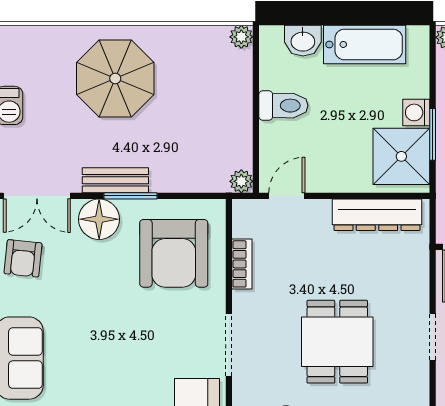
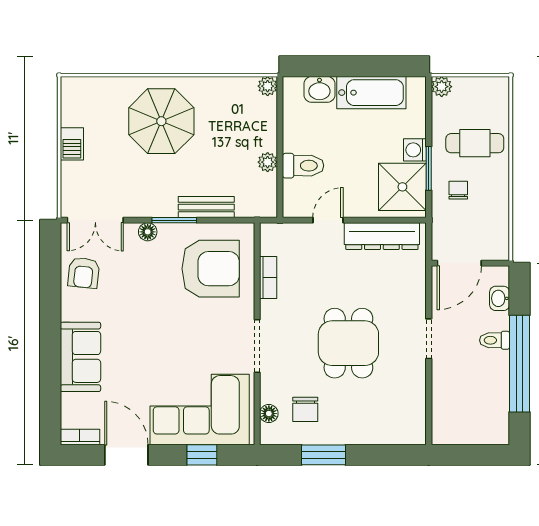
toilet: (283, 106) -> (303, 166), moved
bench: (115, 180) -> (206, 207), moved
plant: (241, 181) -> (268, 162), moved
door: (287, 196) -> (328, 220), moved
floor lamp: (99, 219) -> (148, 232), width x0.53, depth x0.53
armchair: (174, 253) -> (211, 269), turned -90

